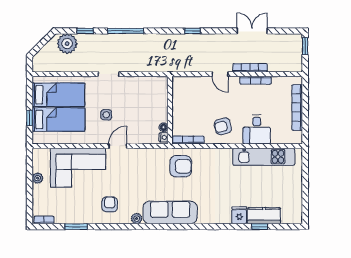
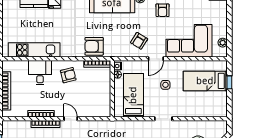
bed: (58, 95) -> (133, 95), moved, turned 90
armchair: (181, 166) -> (94, 46), moved
armchair: (138, 168) -> (139, 41), added
plant: (38, 178) -> (223, 43), moved

